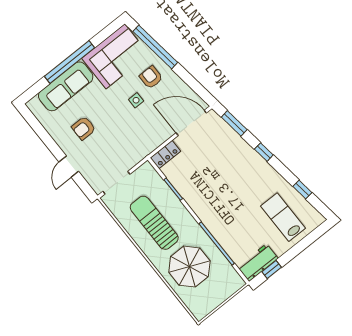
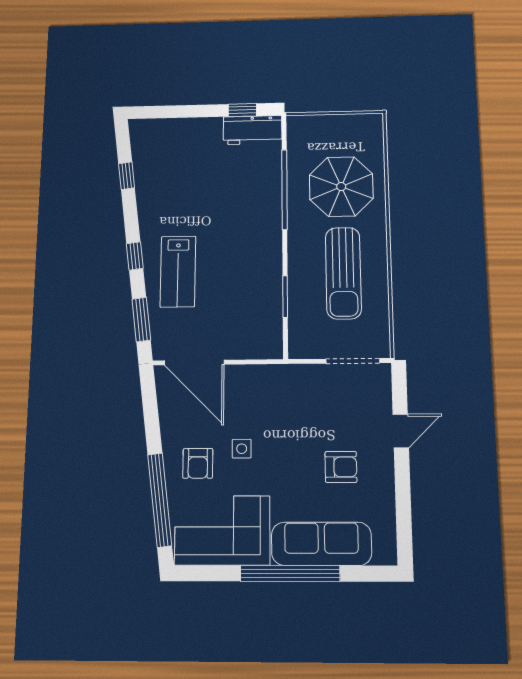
locker: (165, 155) -> (260, 348), removed
lab bench: (283, 217) -> (178, 271), moved

